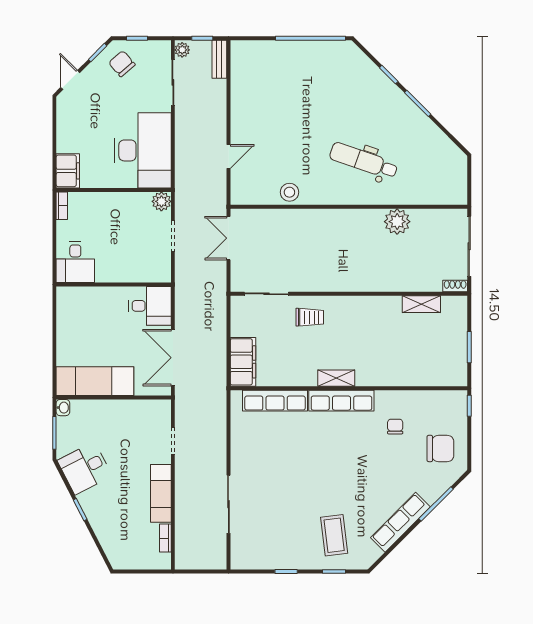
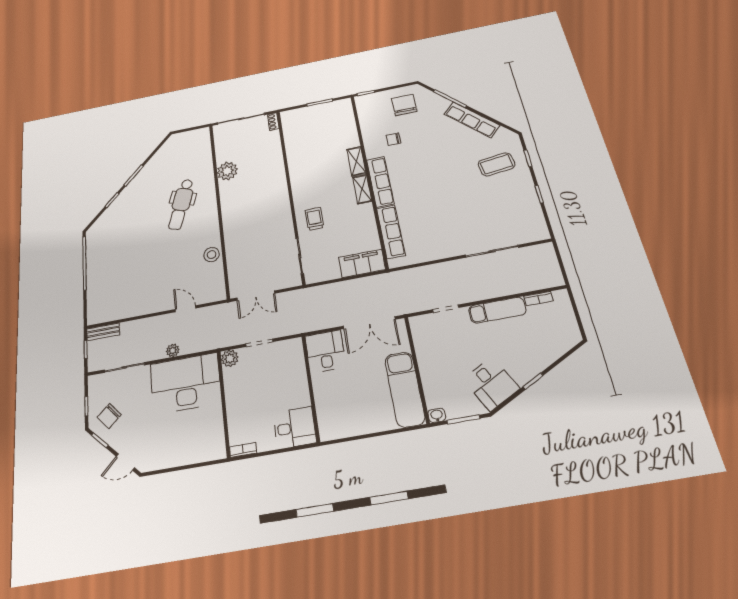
plant: (182, 50) -> (173, 350), moved
filing cabinet: (68, 171) -> (210, 450), removed
shelving: (421, 304) -> (356, 161), moved

